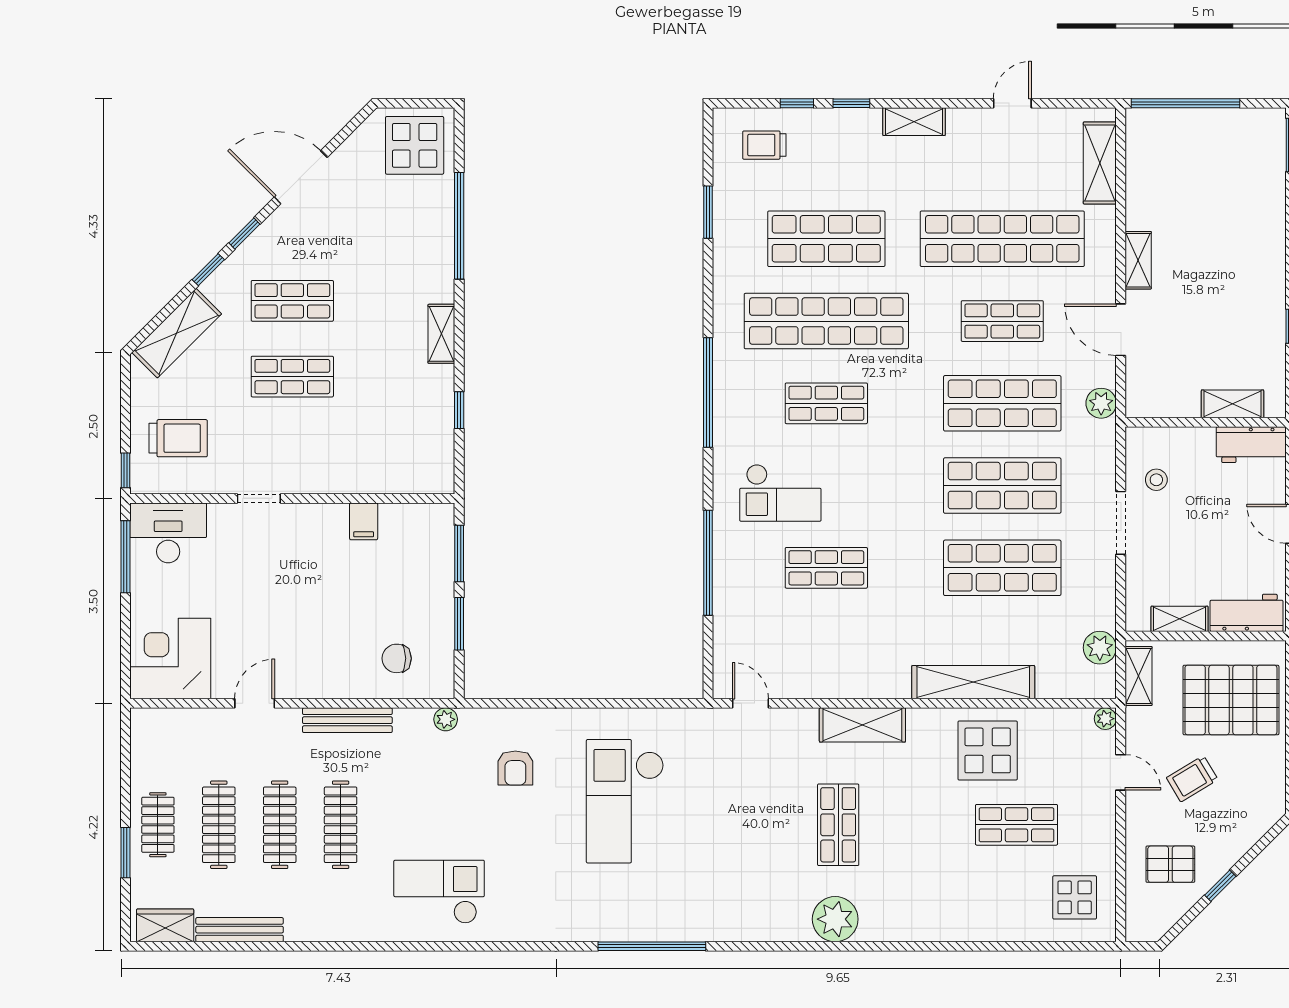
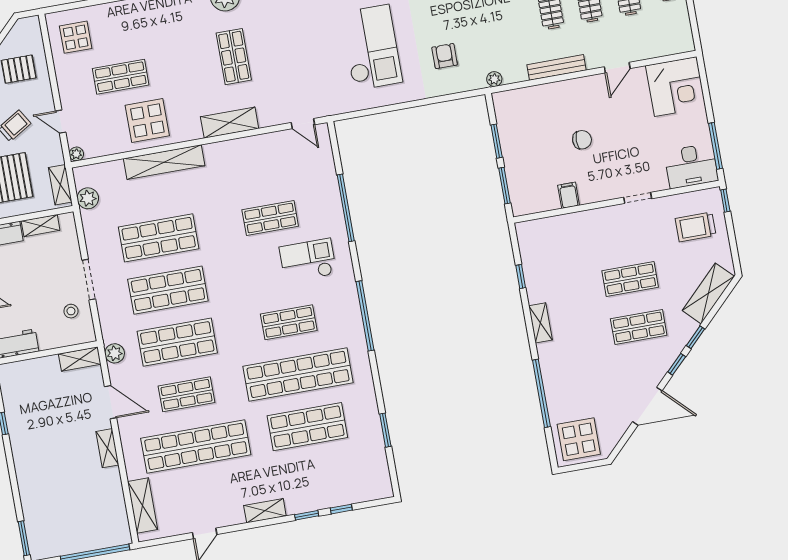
trolley: (764, 145) -> (357, 479), removed
shelving: (1233, 404) -> (80, 359), moved
chair: (397, 658) -> (582, 140), moved

